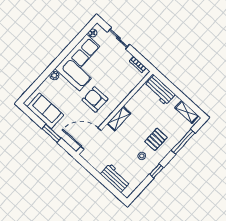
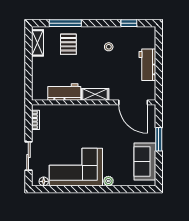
workbench: (160, 90) -> (64, 92), moved, turned -90
armchair: (95, 99) -> (97, 129), removed
pallet: (156, 139) -> (68, 44), moved, turned 90
window: (156, 171) -> (129, 23), moved
workbench: (115, 178) -> (147, 65), moved

